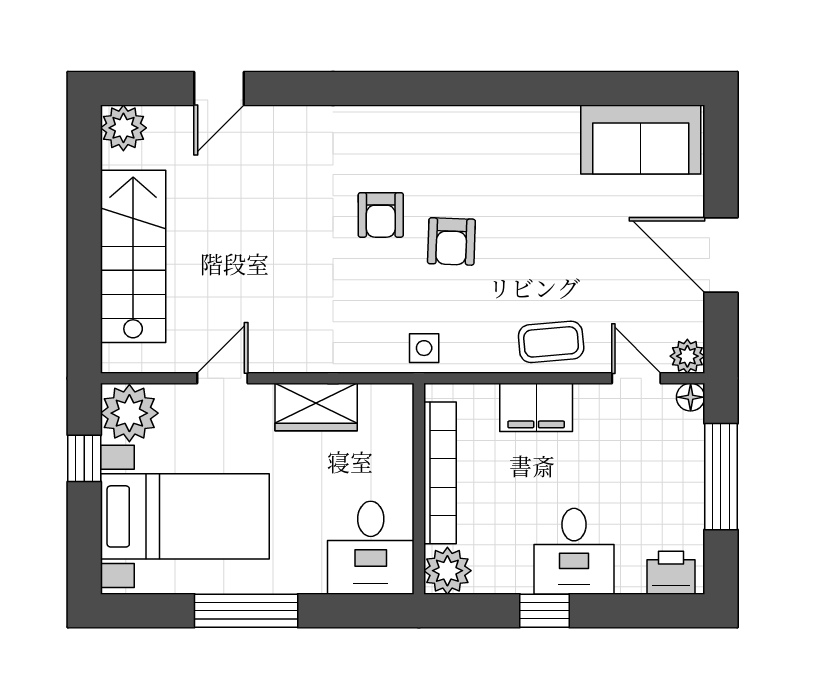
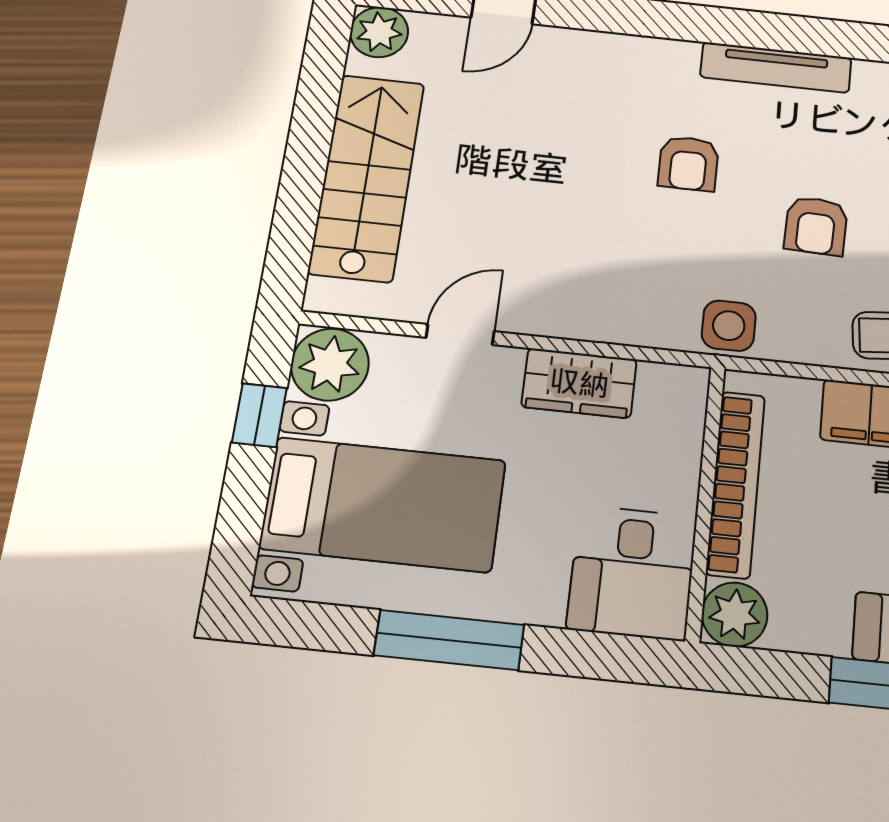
tv unit: (443, 121) -> (776, 67), added
armchair: (451, 241) -> (816, 226), moved
side table: (424, 348) -> (729, 326), width x1.37, depth x1.37

